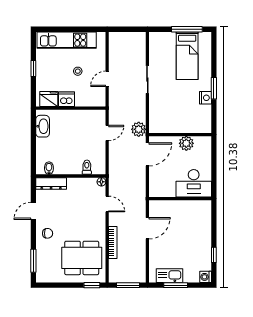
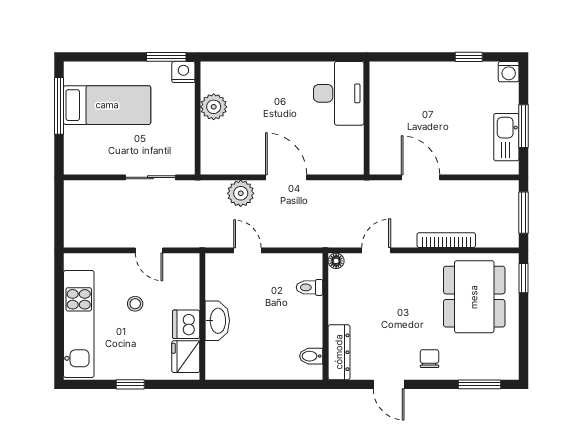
washbasin: (43, 126) -> (217, 321), moved, turned 90
wall: (180, 135) -> (198, 118), moved
plant: (186, 143) -> (214, 107), moved

